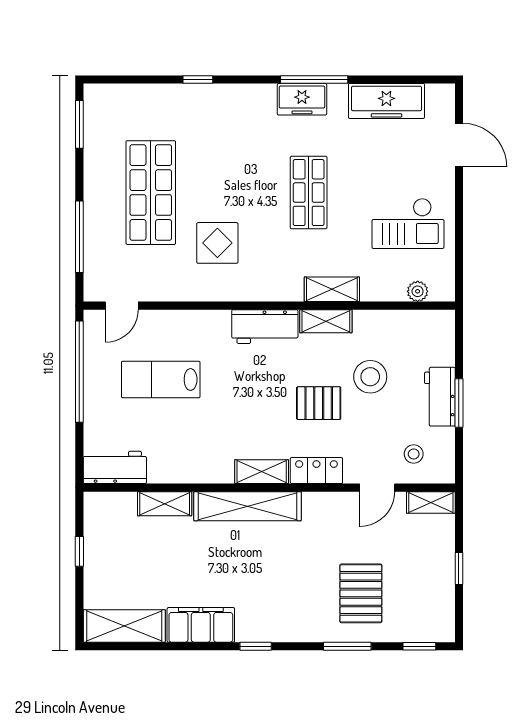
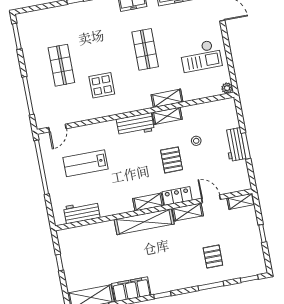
shop shelf: (151, 193) -> (61, 65), width x0.70, depth x0.74
plant: (418, 291) -> (227, 88), moved
stool: (370, 377) -> (196, 141), width x0.53, depth x0.53
pallet: (319, 403) -> (172, 160), turned 90
stool: (414, 454) -> (227, 177), removed
workbench: (115, 467) -> (82, 212), moved
door: (377, 488) -> (211, 199), swing flipped
shelving: (165, 504) -> (188, 212), moved
pallet: (361, 593) -> (213, 257), width x0.67, depth x0.71

